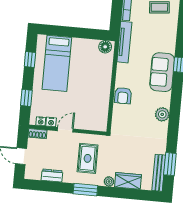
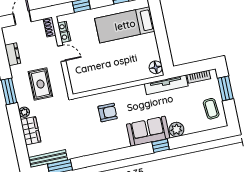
armchair: (123, 96) -> (108, 112), moved, turned 180
plant: (162, 114) -> (176, 129), moved
rug: (88, 158) -> (40, 84), turned 90

